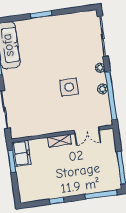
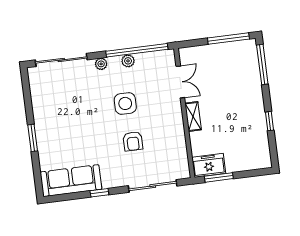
armchair: (40, 93) -> (133, 141), added

